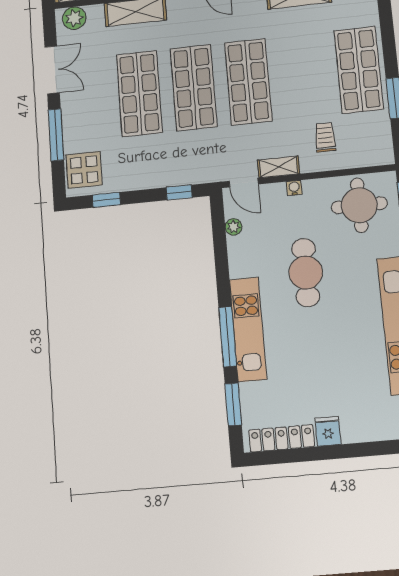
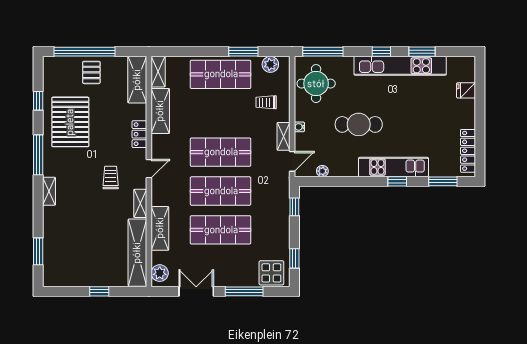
plant: (380, 138) -> (270, 64), added
window: (228, 337) -> (397, 181), width x0.46
fridge: (328, 431) -> (466, 90), moved

